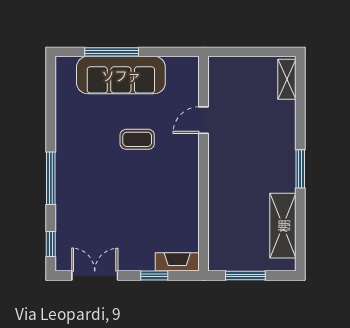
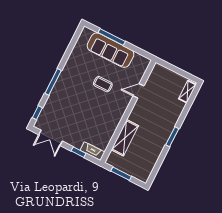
shelving: (283, 226) -> (125, 138), moved
double door: (95, 276) -> (51, 138), swing flipped

